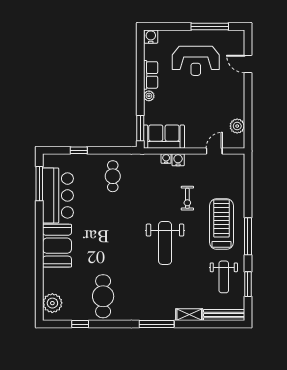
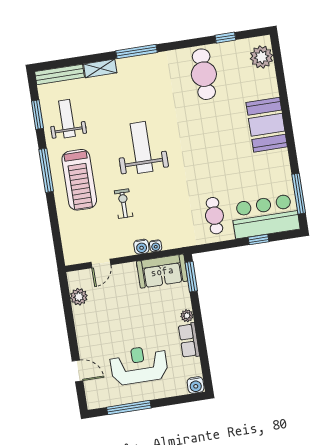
bar counter: (58, 195) -> (265, 216), moved, turned 90

